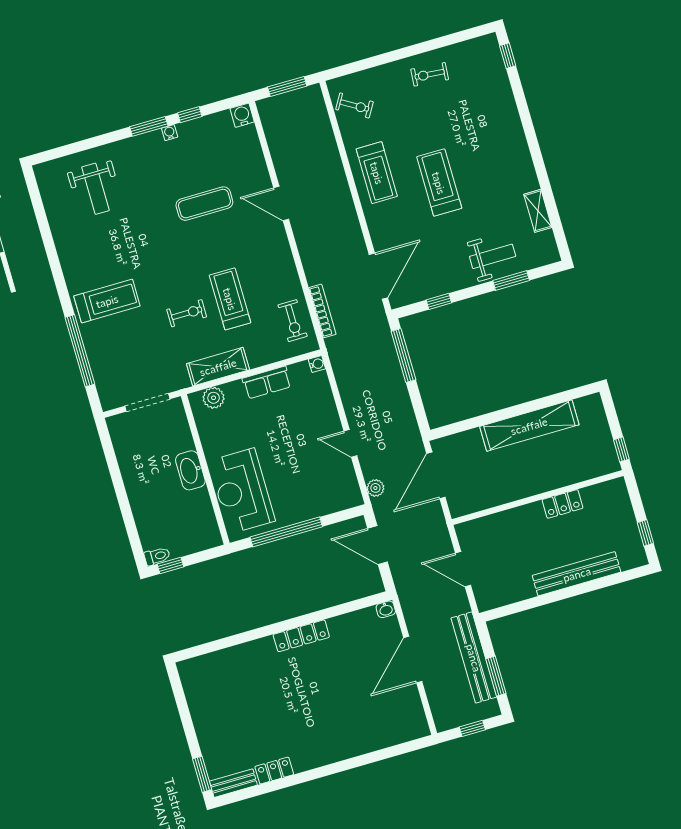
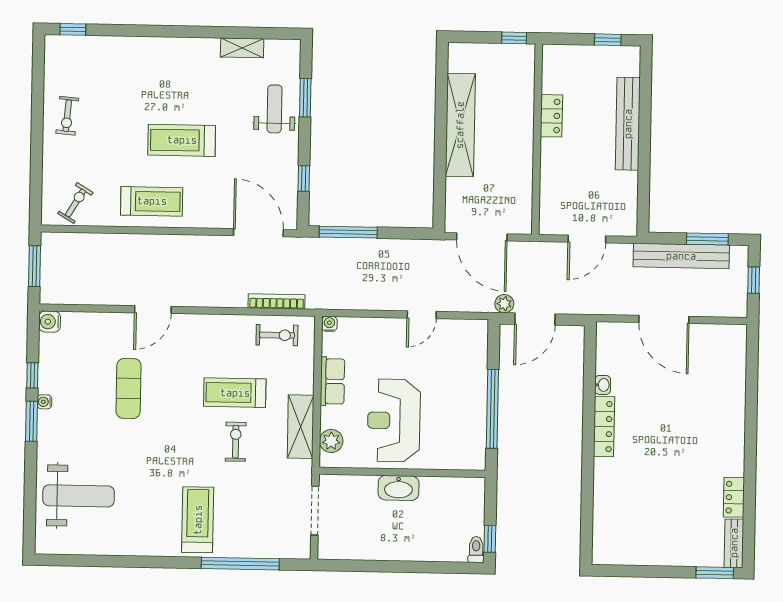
weight bench: (95, 189) -> (79, 496), width x1.36, depth x1.33
plant: (375, 488) -> (504, 304), moved
reception desk: (242, 491) -> (394, 421), moved, turned 90
washbasin: (386, 609) -> (603, 385), moved

